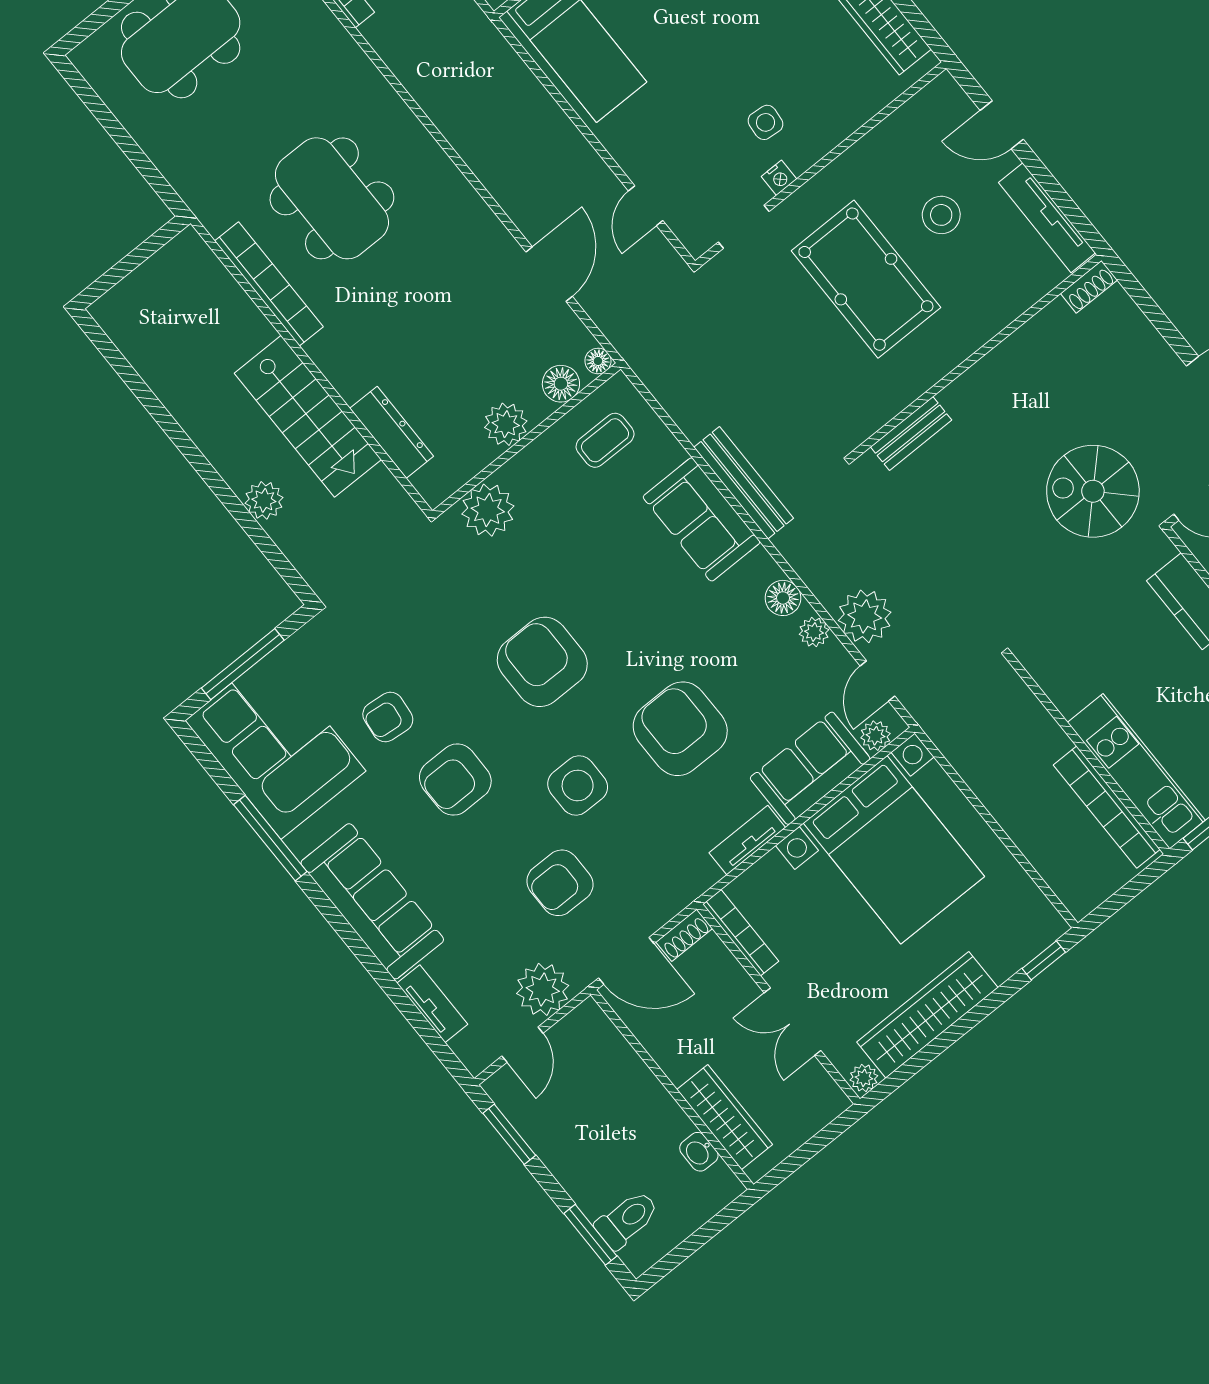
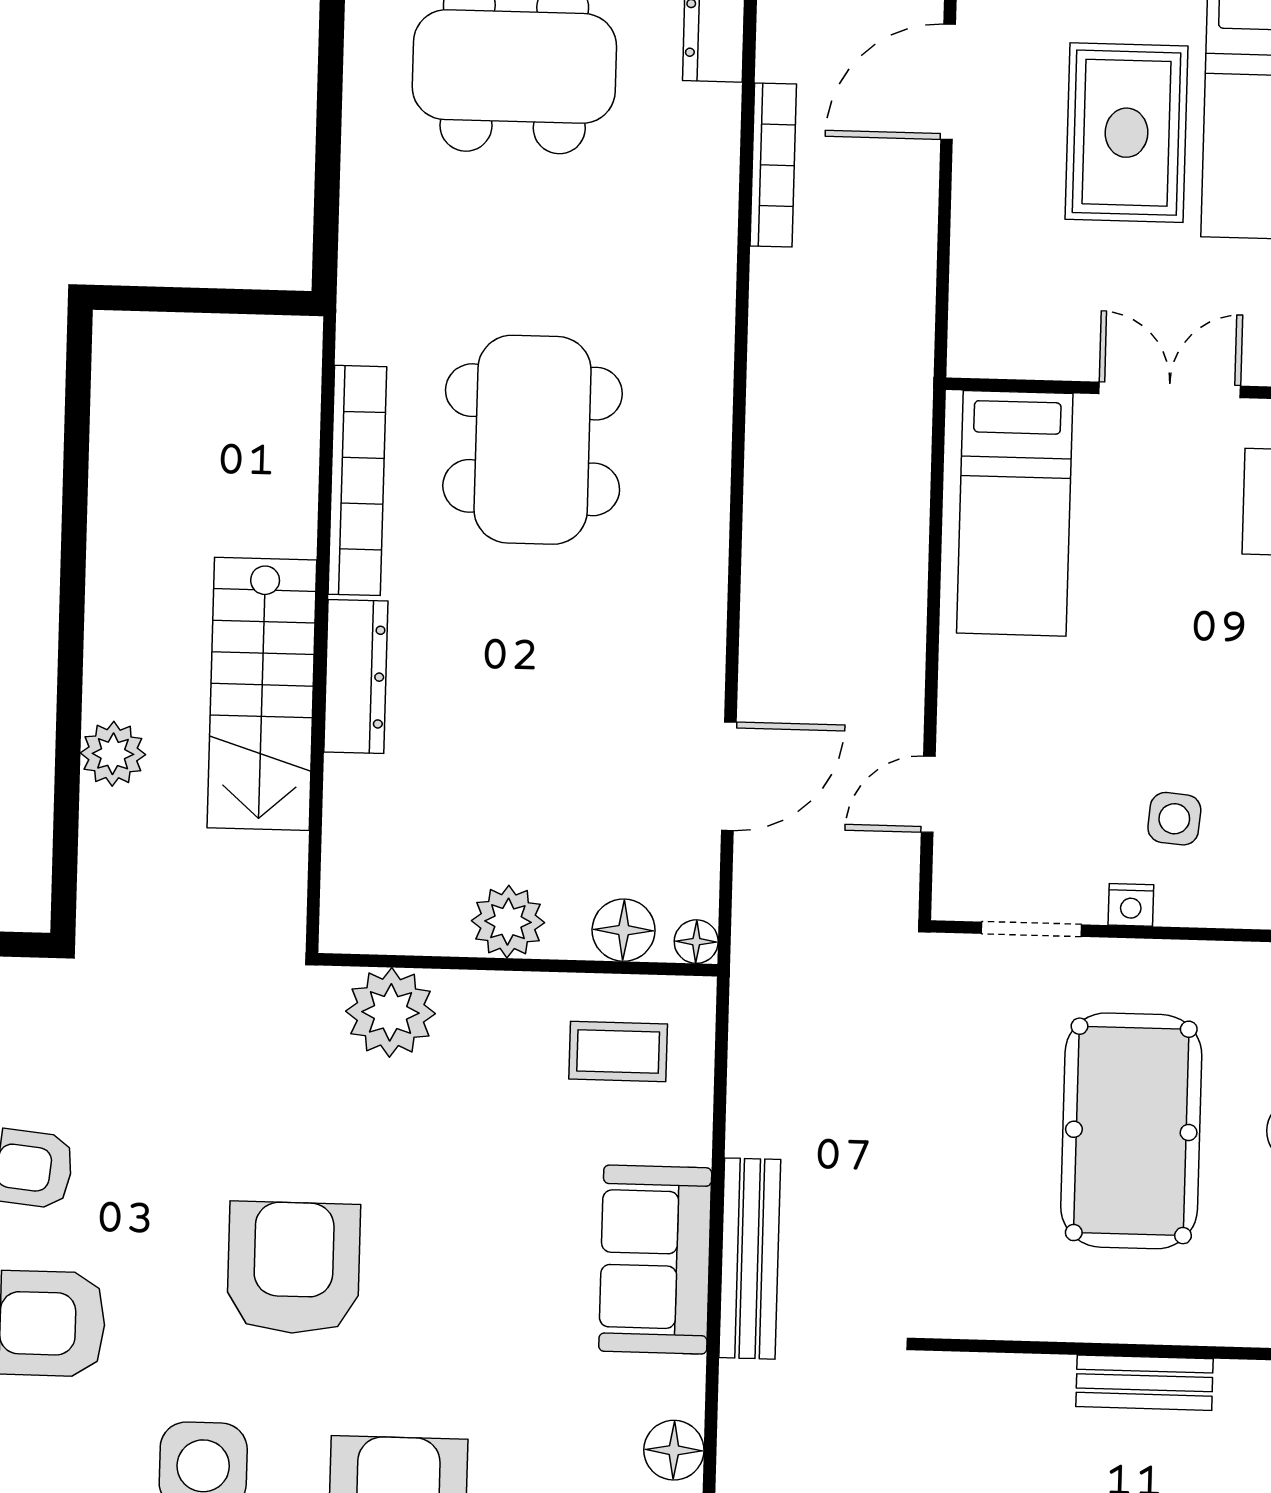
dresser: (392, 432) -> (356, 676), moved
bench: (911, 433) -> (1144, 1383), moved

